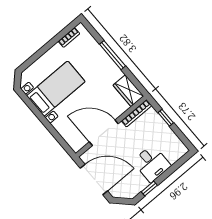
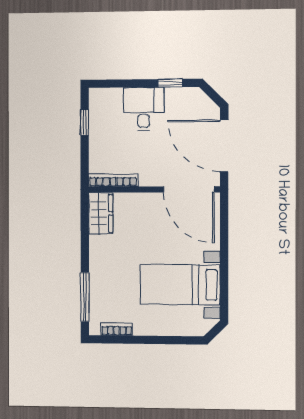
window: (112, 55) -> (85, 297), moved
window: (166, 118) -> (85, 122), moved
door: (104, 133) -> (189, 189), moved

